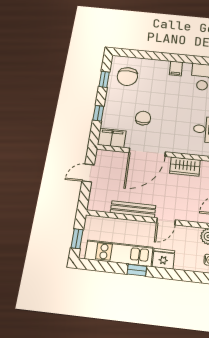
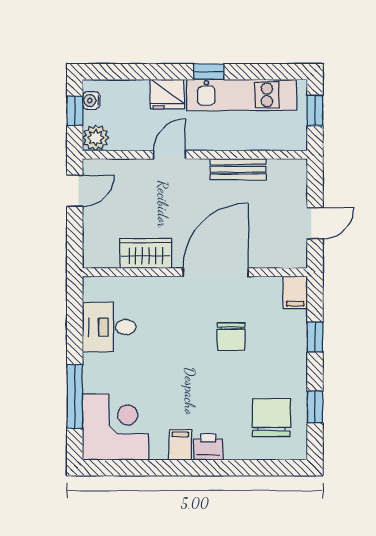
printer: (162, 66) -> (208, 447), added
filing cabinet: (112, 138) -> (295, 292), width x0.50
bench: (133, 209) -> (238, 169), width x0.73

